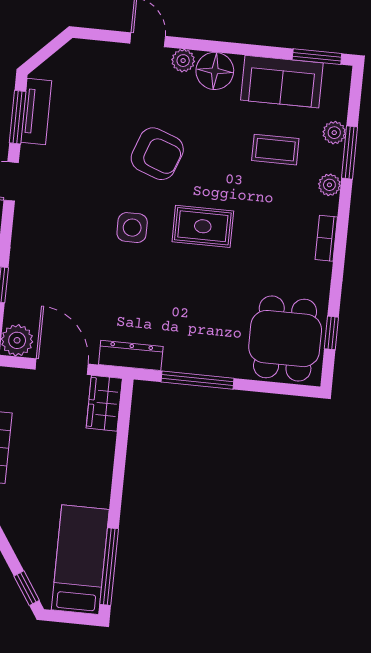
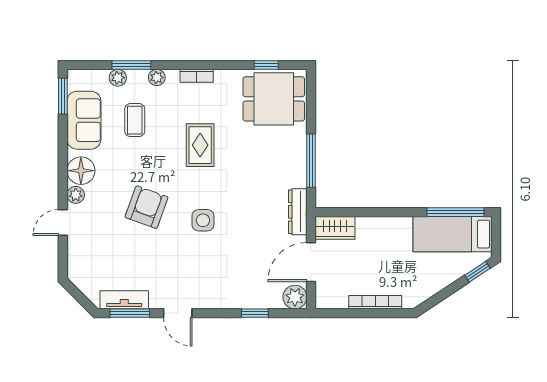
rug: (203, 226) -> (200, 145), moved

